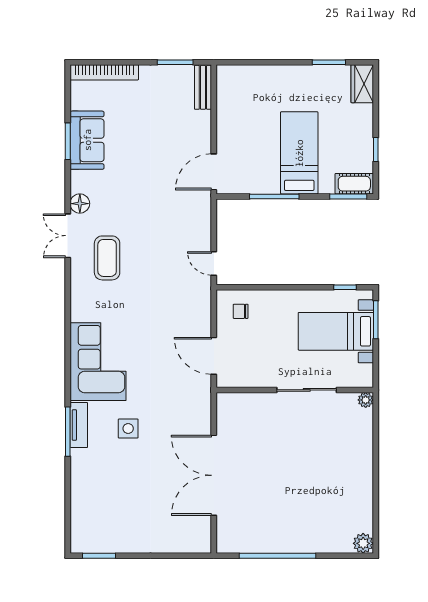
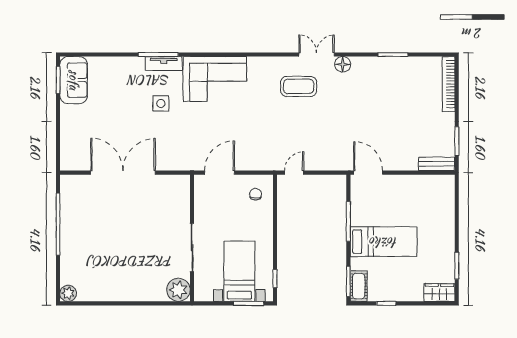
sofa: (87, 140) -> (74, 80), moved, turned -90
plant: (366, 400) -> (178, 290), width x1.88, depth x1.88

